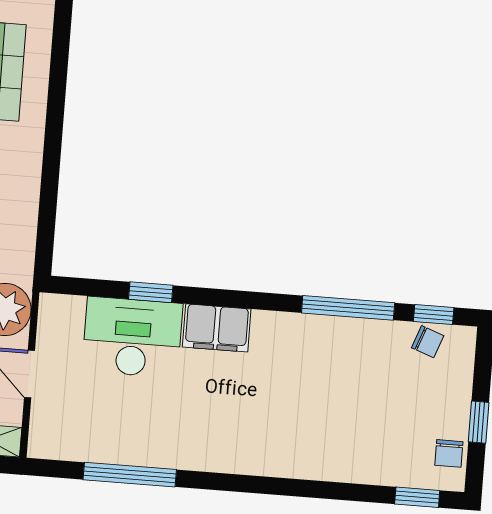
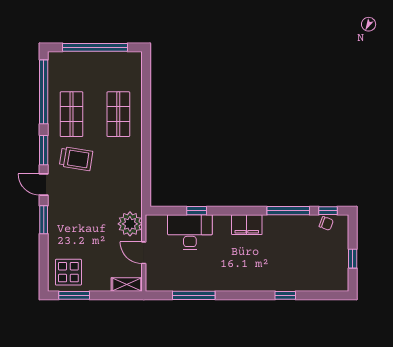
filing cabinet: (217, 328) -> (247, 225), moved
chair: (449, 453) -> (340, 274), removed
window: (417, 497) -> (285, 295), moved

